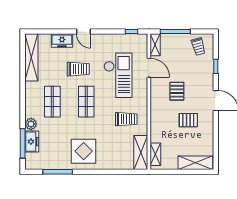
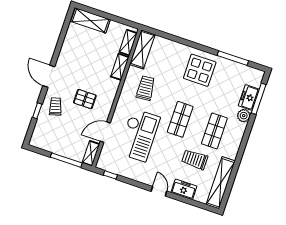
trolley: (198, 46) -> (55, 107), moved
door: (149, 68) -> (105, 132), hinge flipped
trolley: (78, 69) -> (195, 159), moved
checkout: (118, 75) -> (139, 135), turned 180
pallet: (177, 91) -> (85, 99), turned 90
trolley: (126, 119) -> (146, 88), turned 85
pallet: (188, 120) -> (83, 66), removed
shelving: (155, 130) -> (120, 67), added

